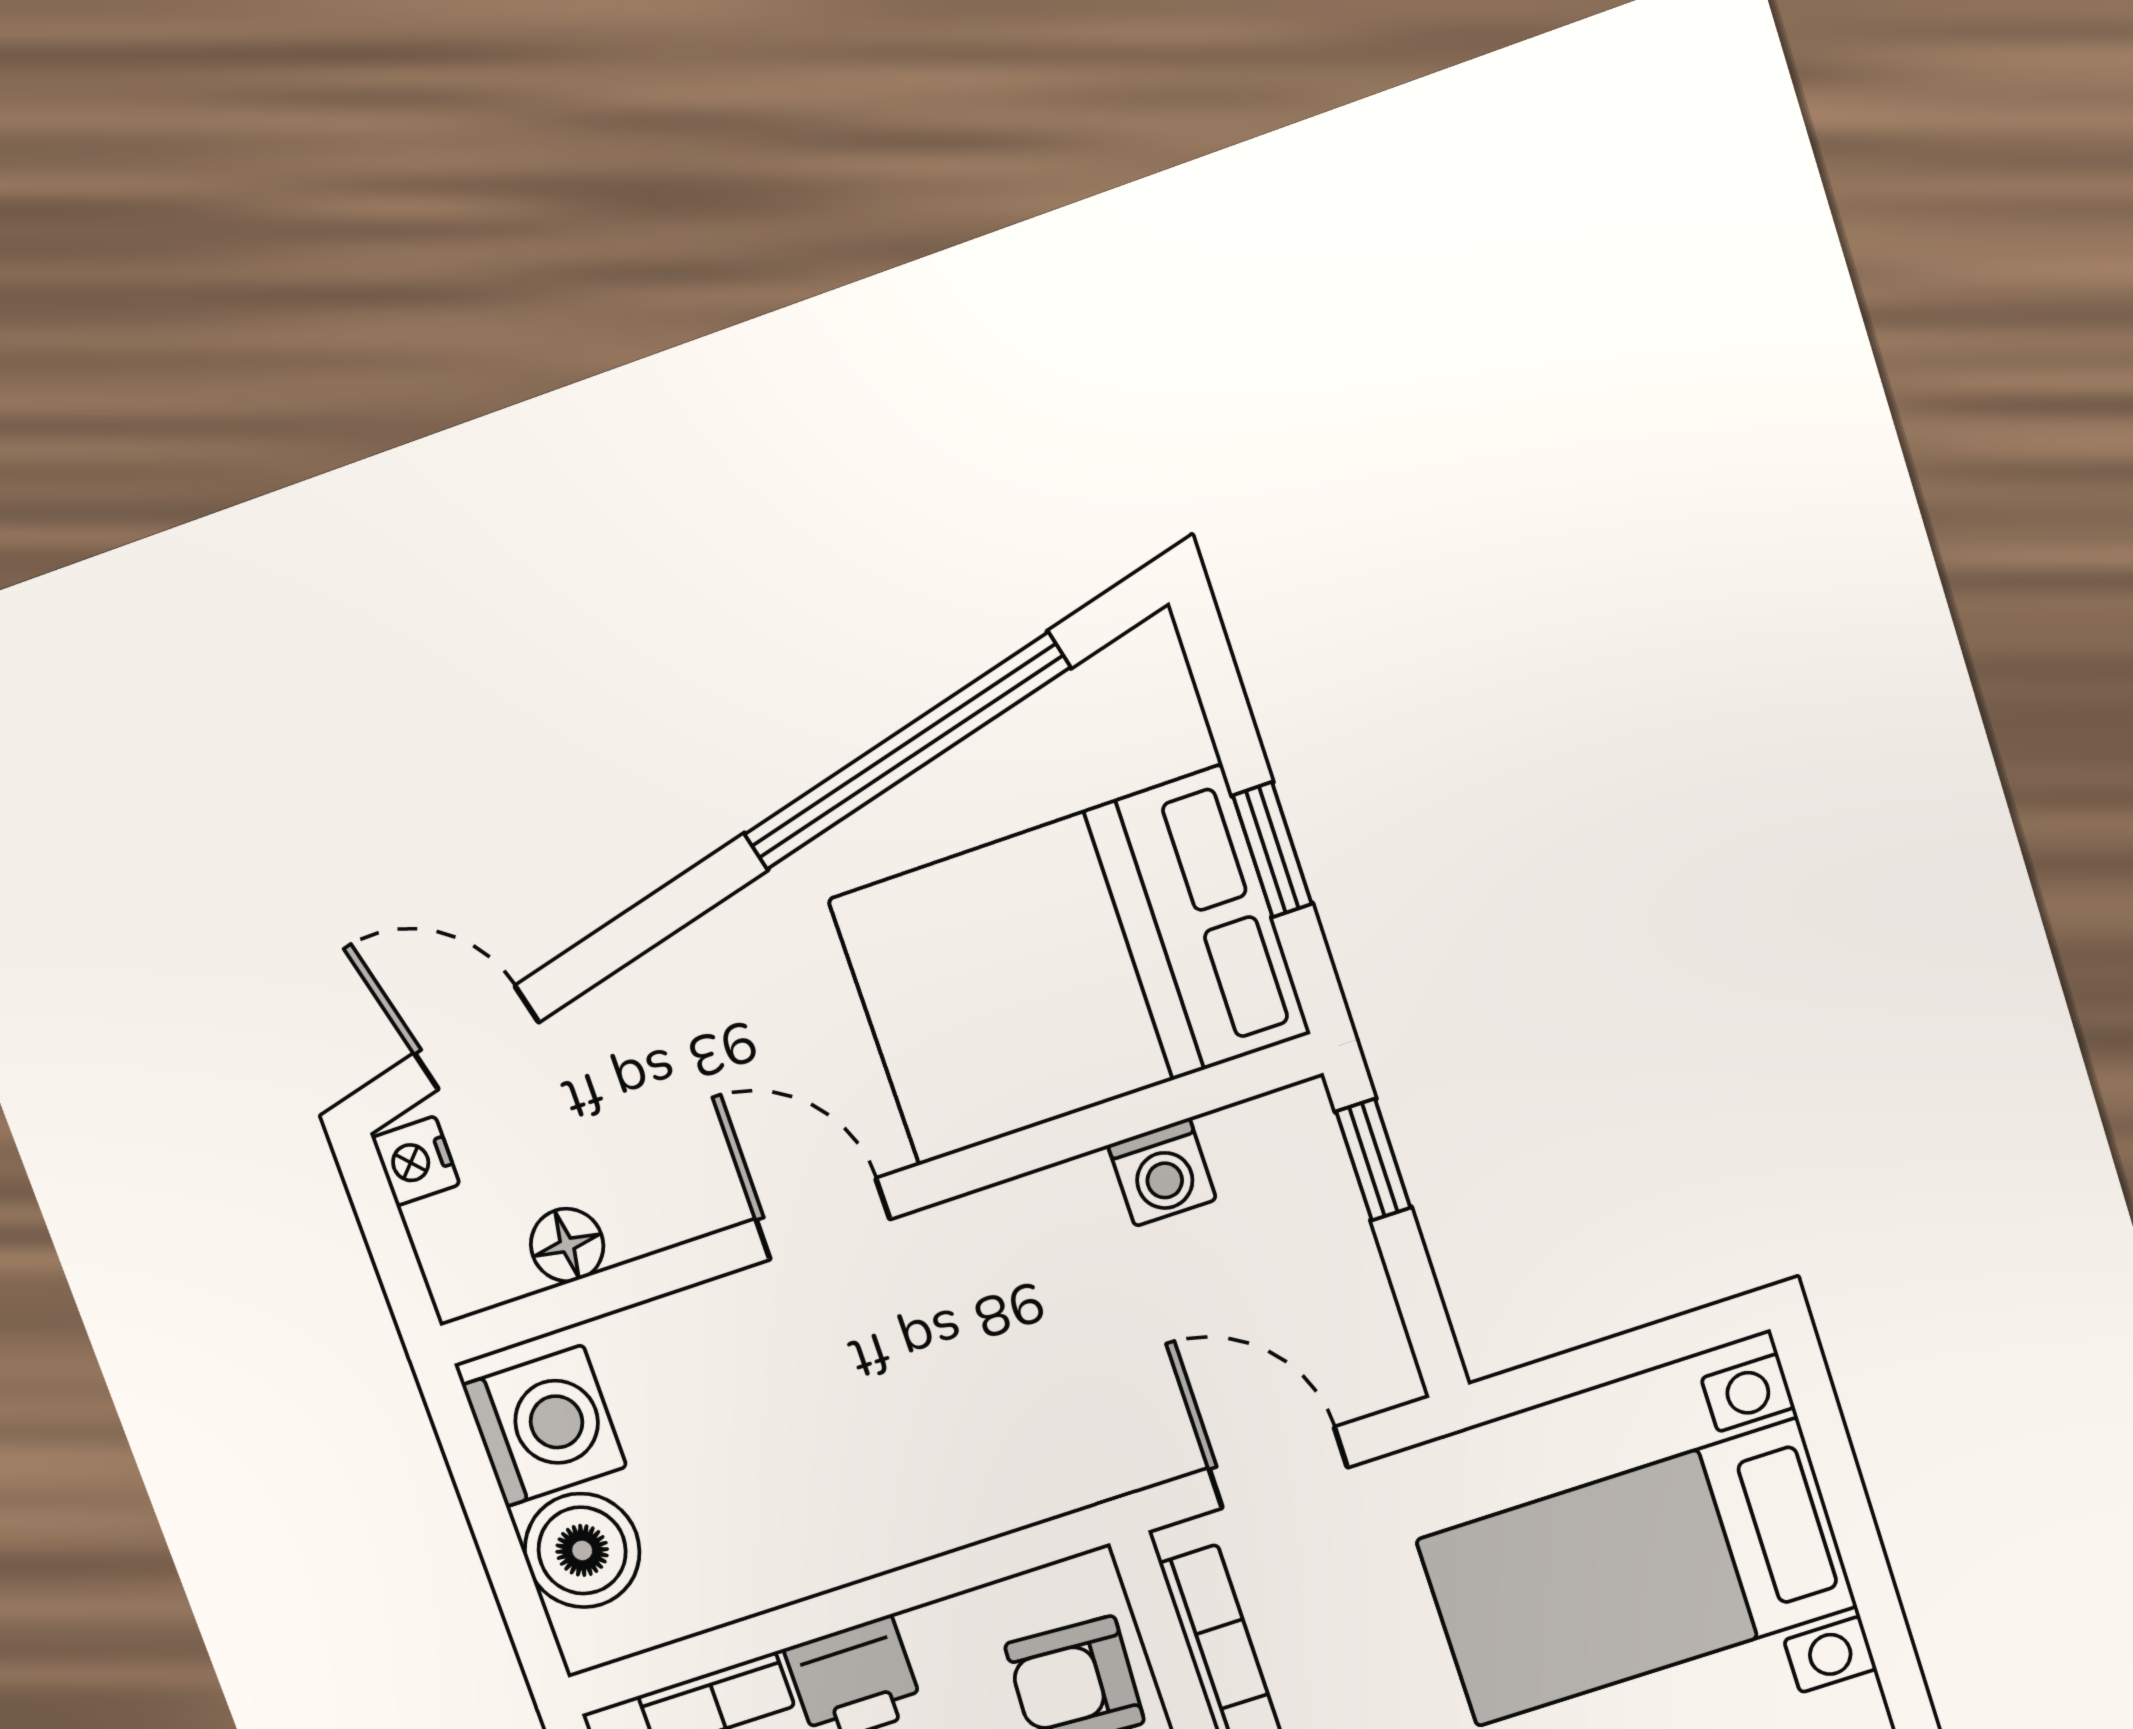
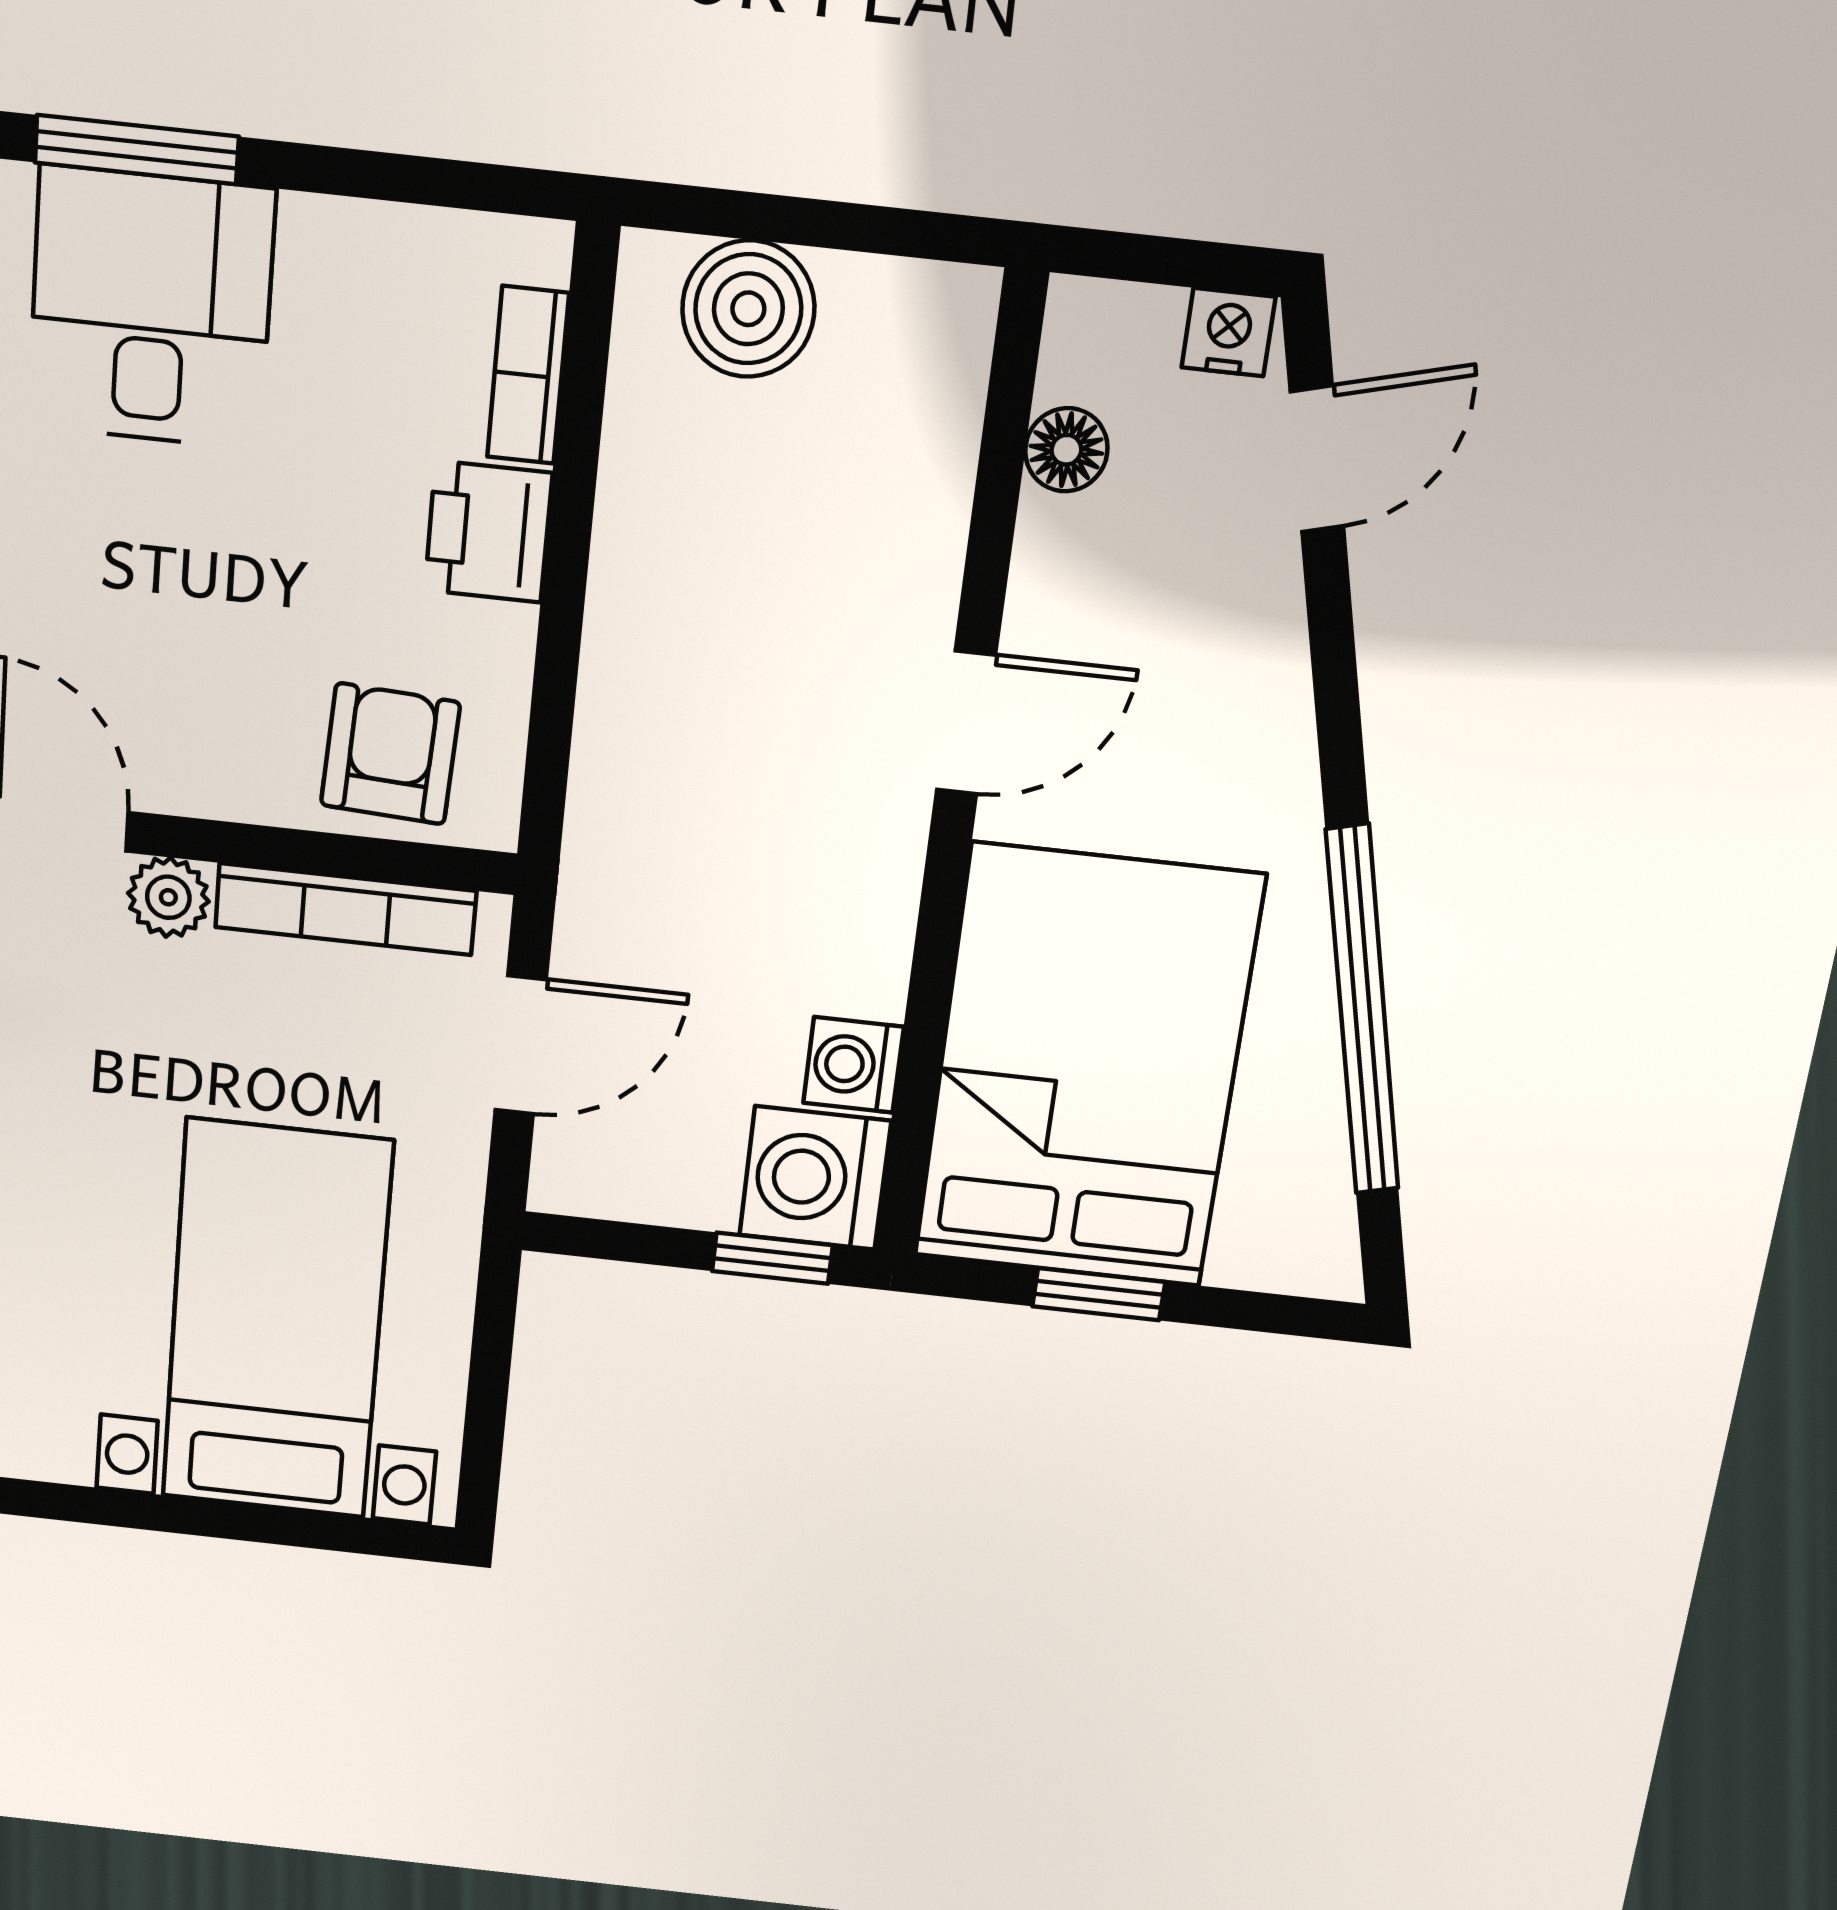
washing machine: (544, 1426) -> (815, 1178), moved, turned 90

